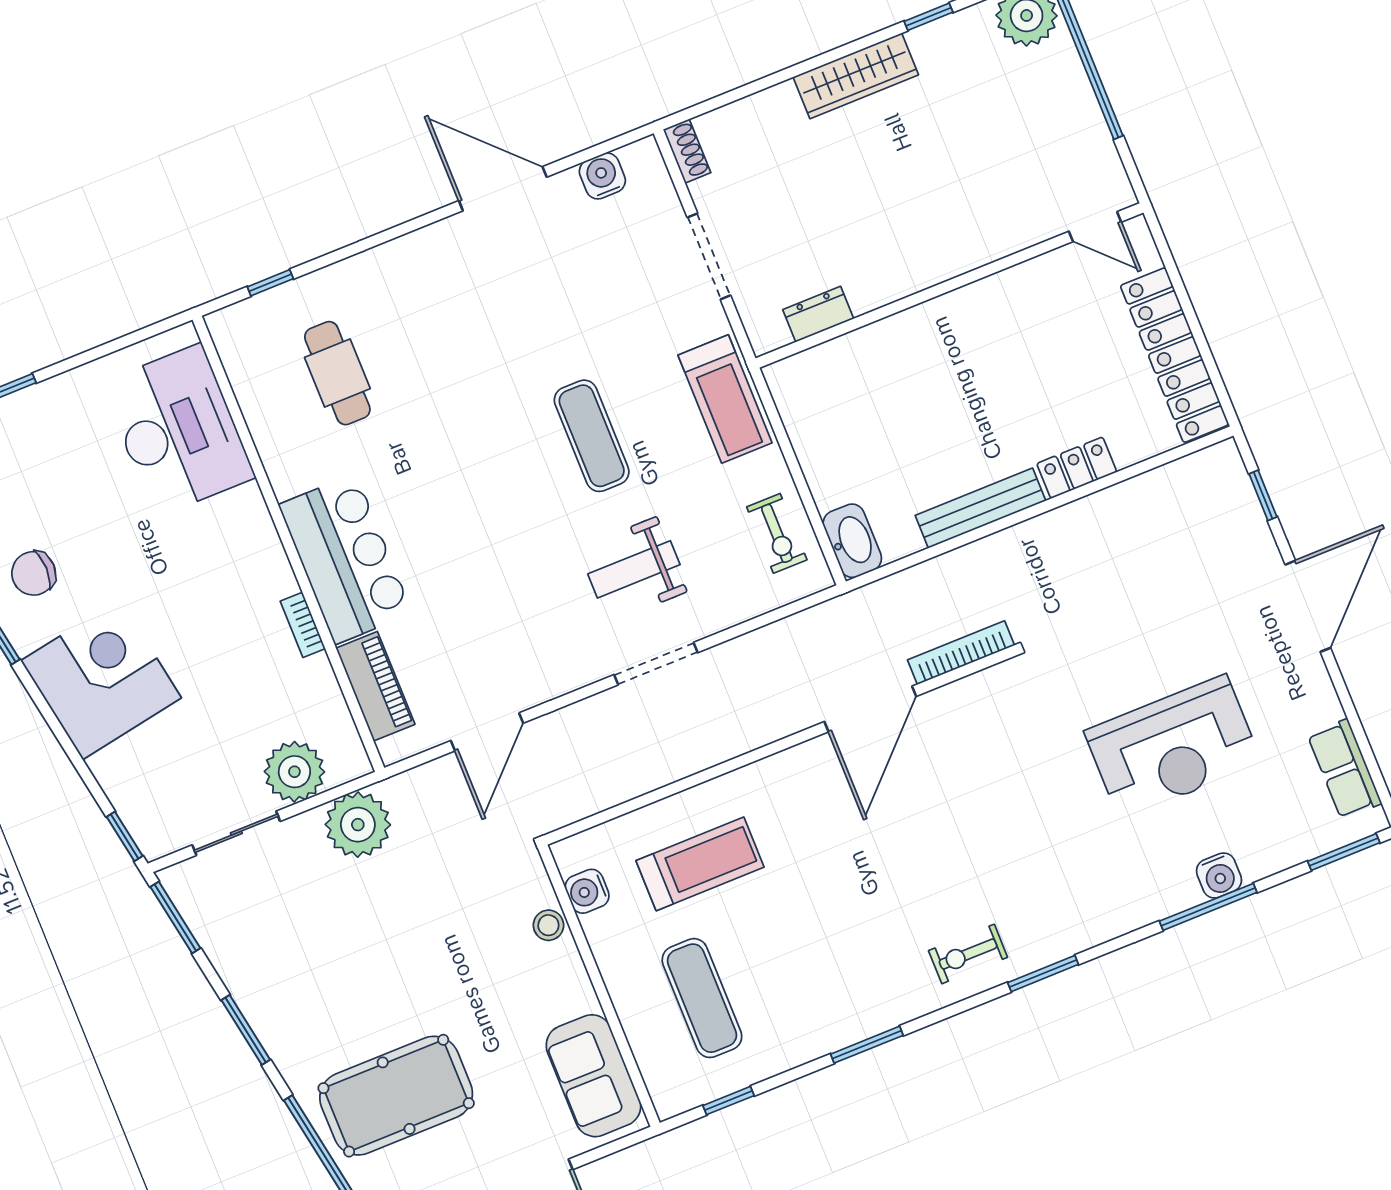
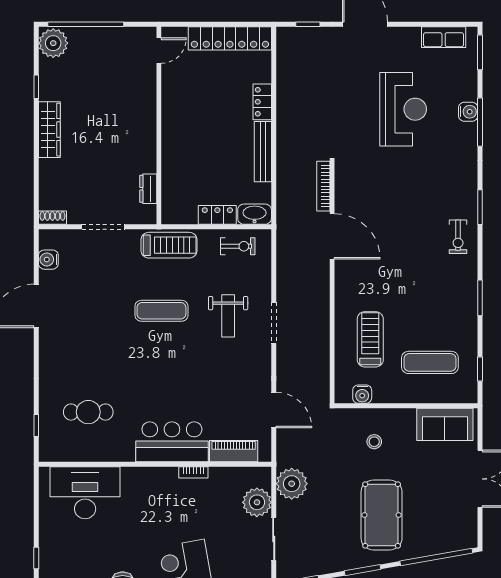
locker: (822, 469) -> (217, 215), added
stool: (548, 925) -> (374, 442), moved
pool table: (396, 1096) -> (382, 515), moved

